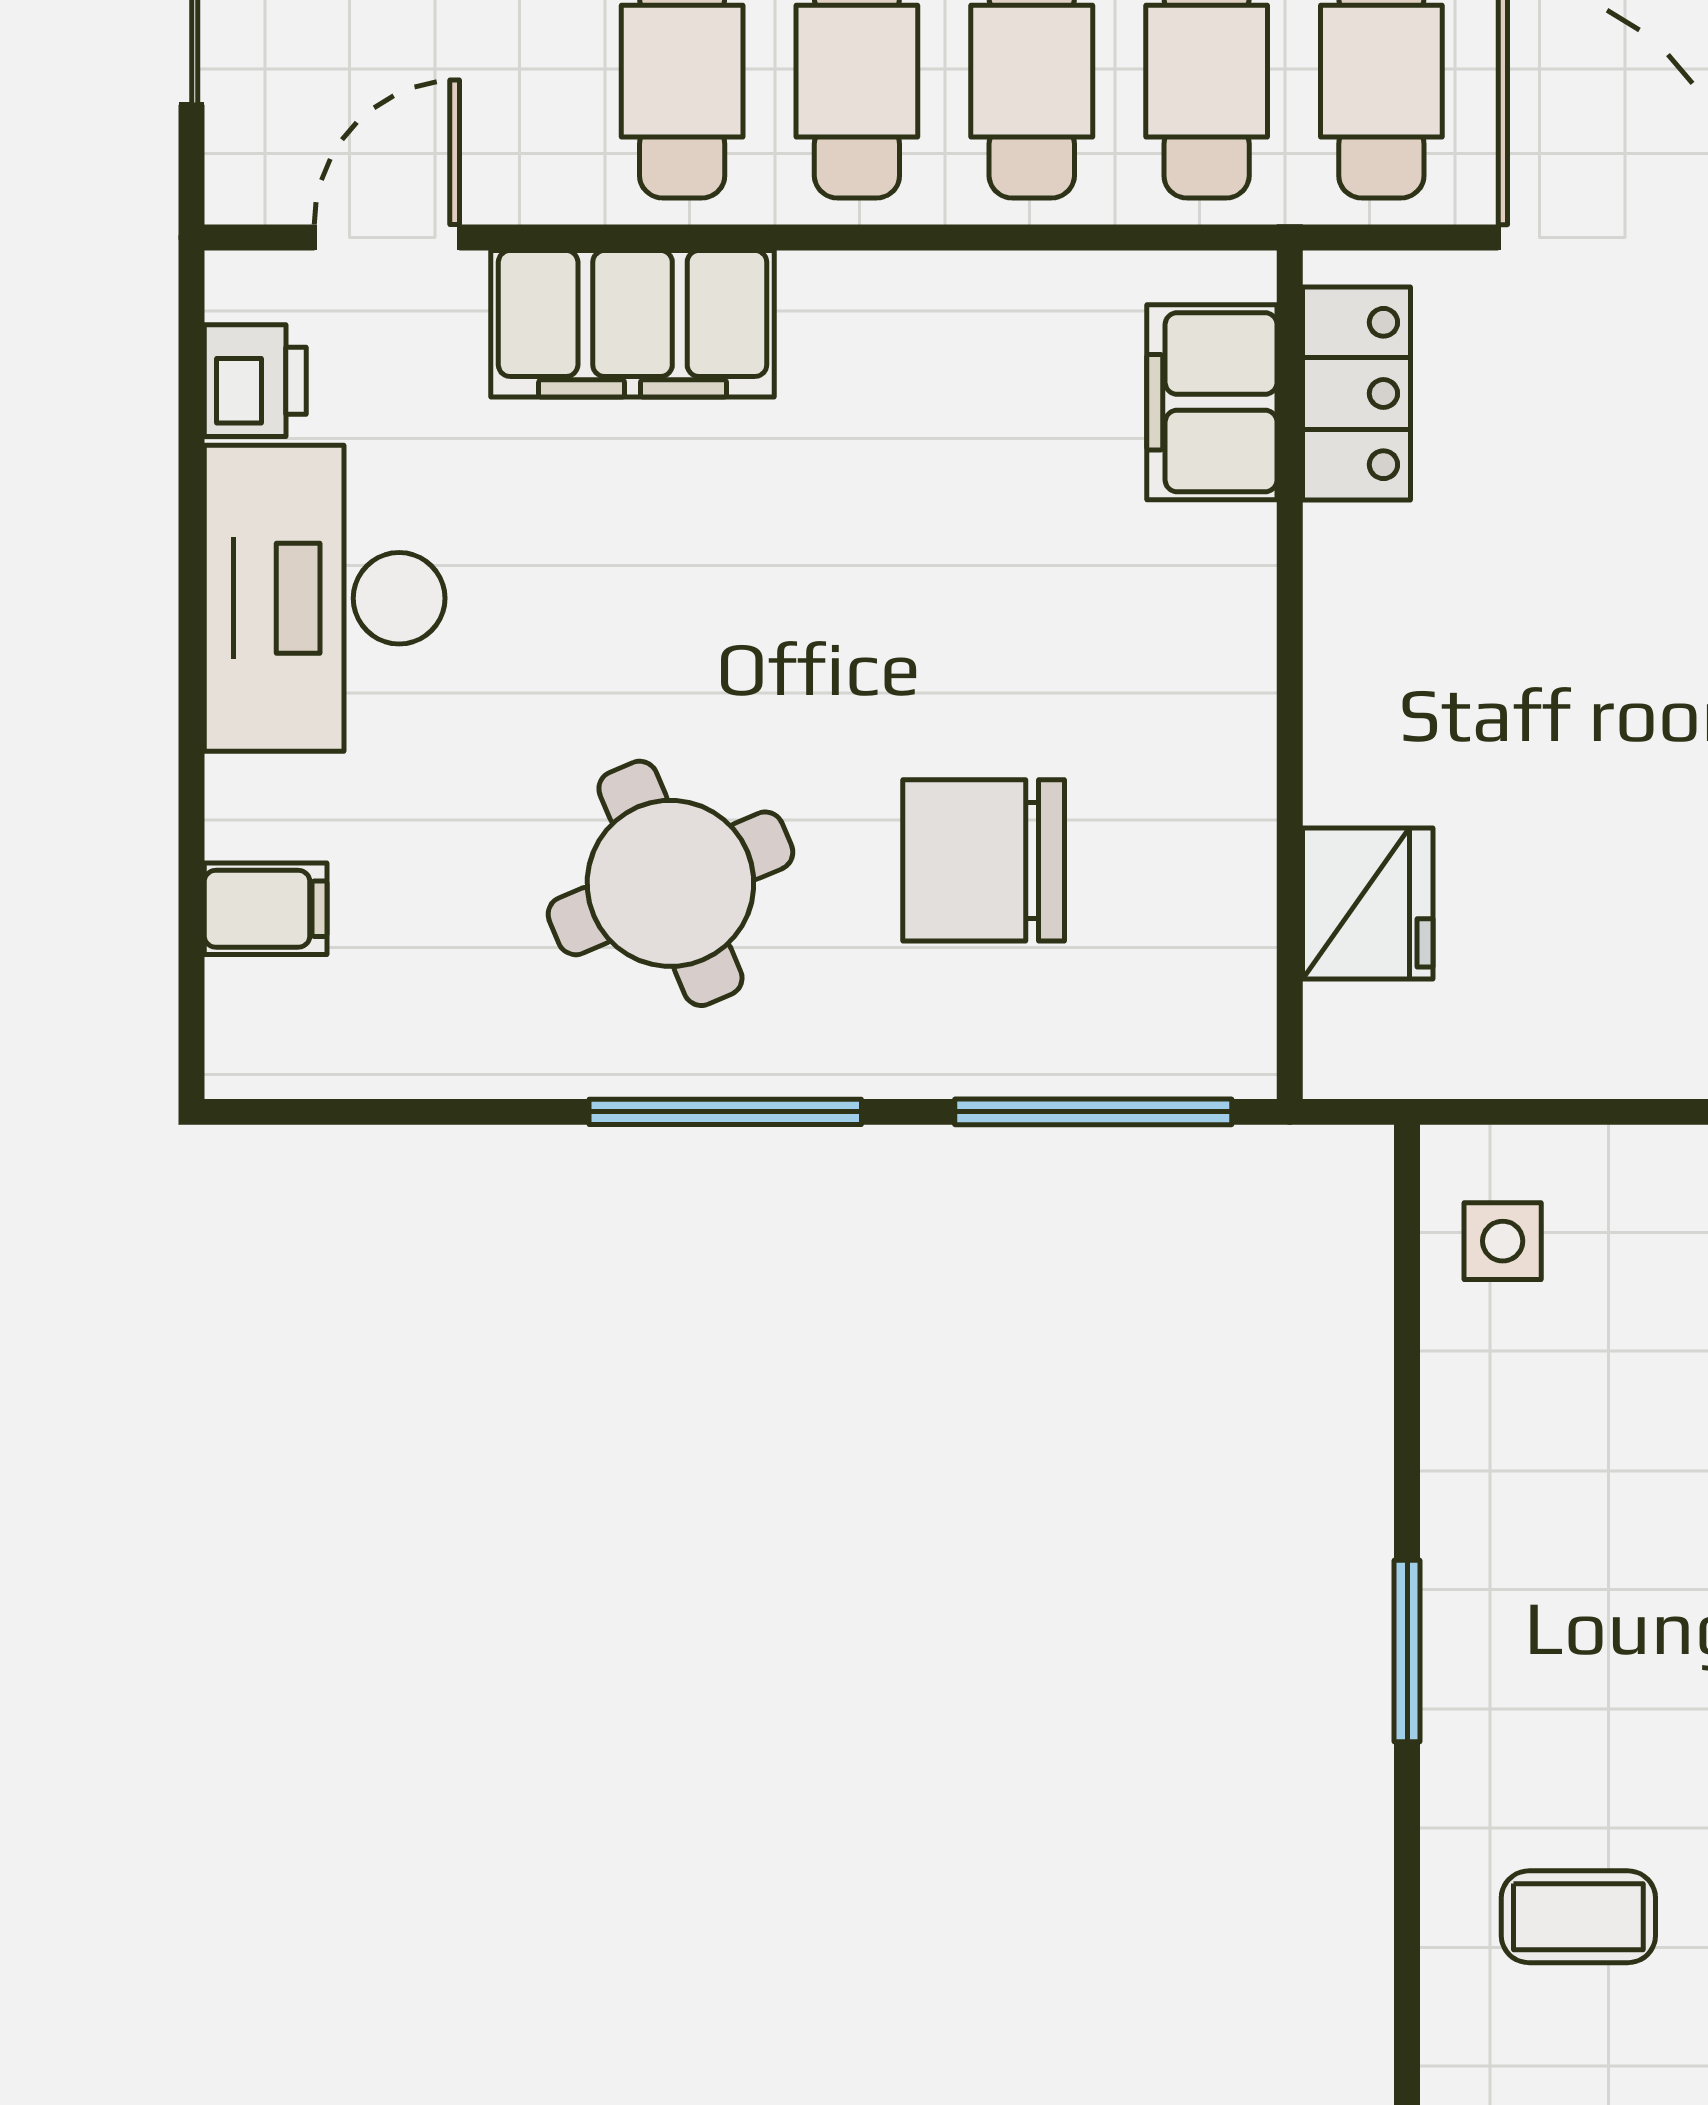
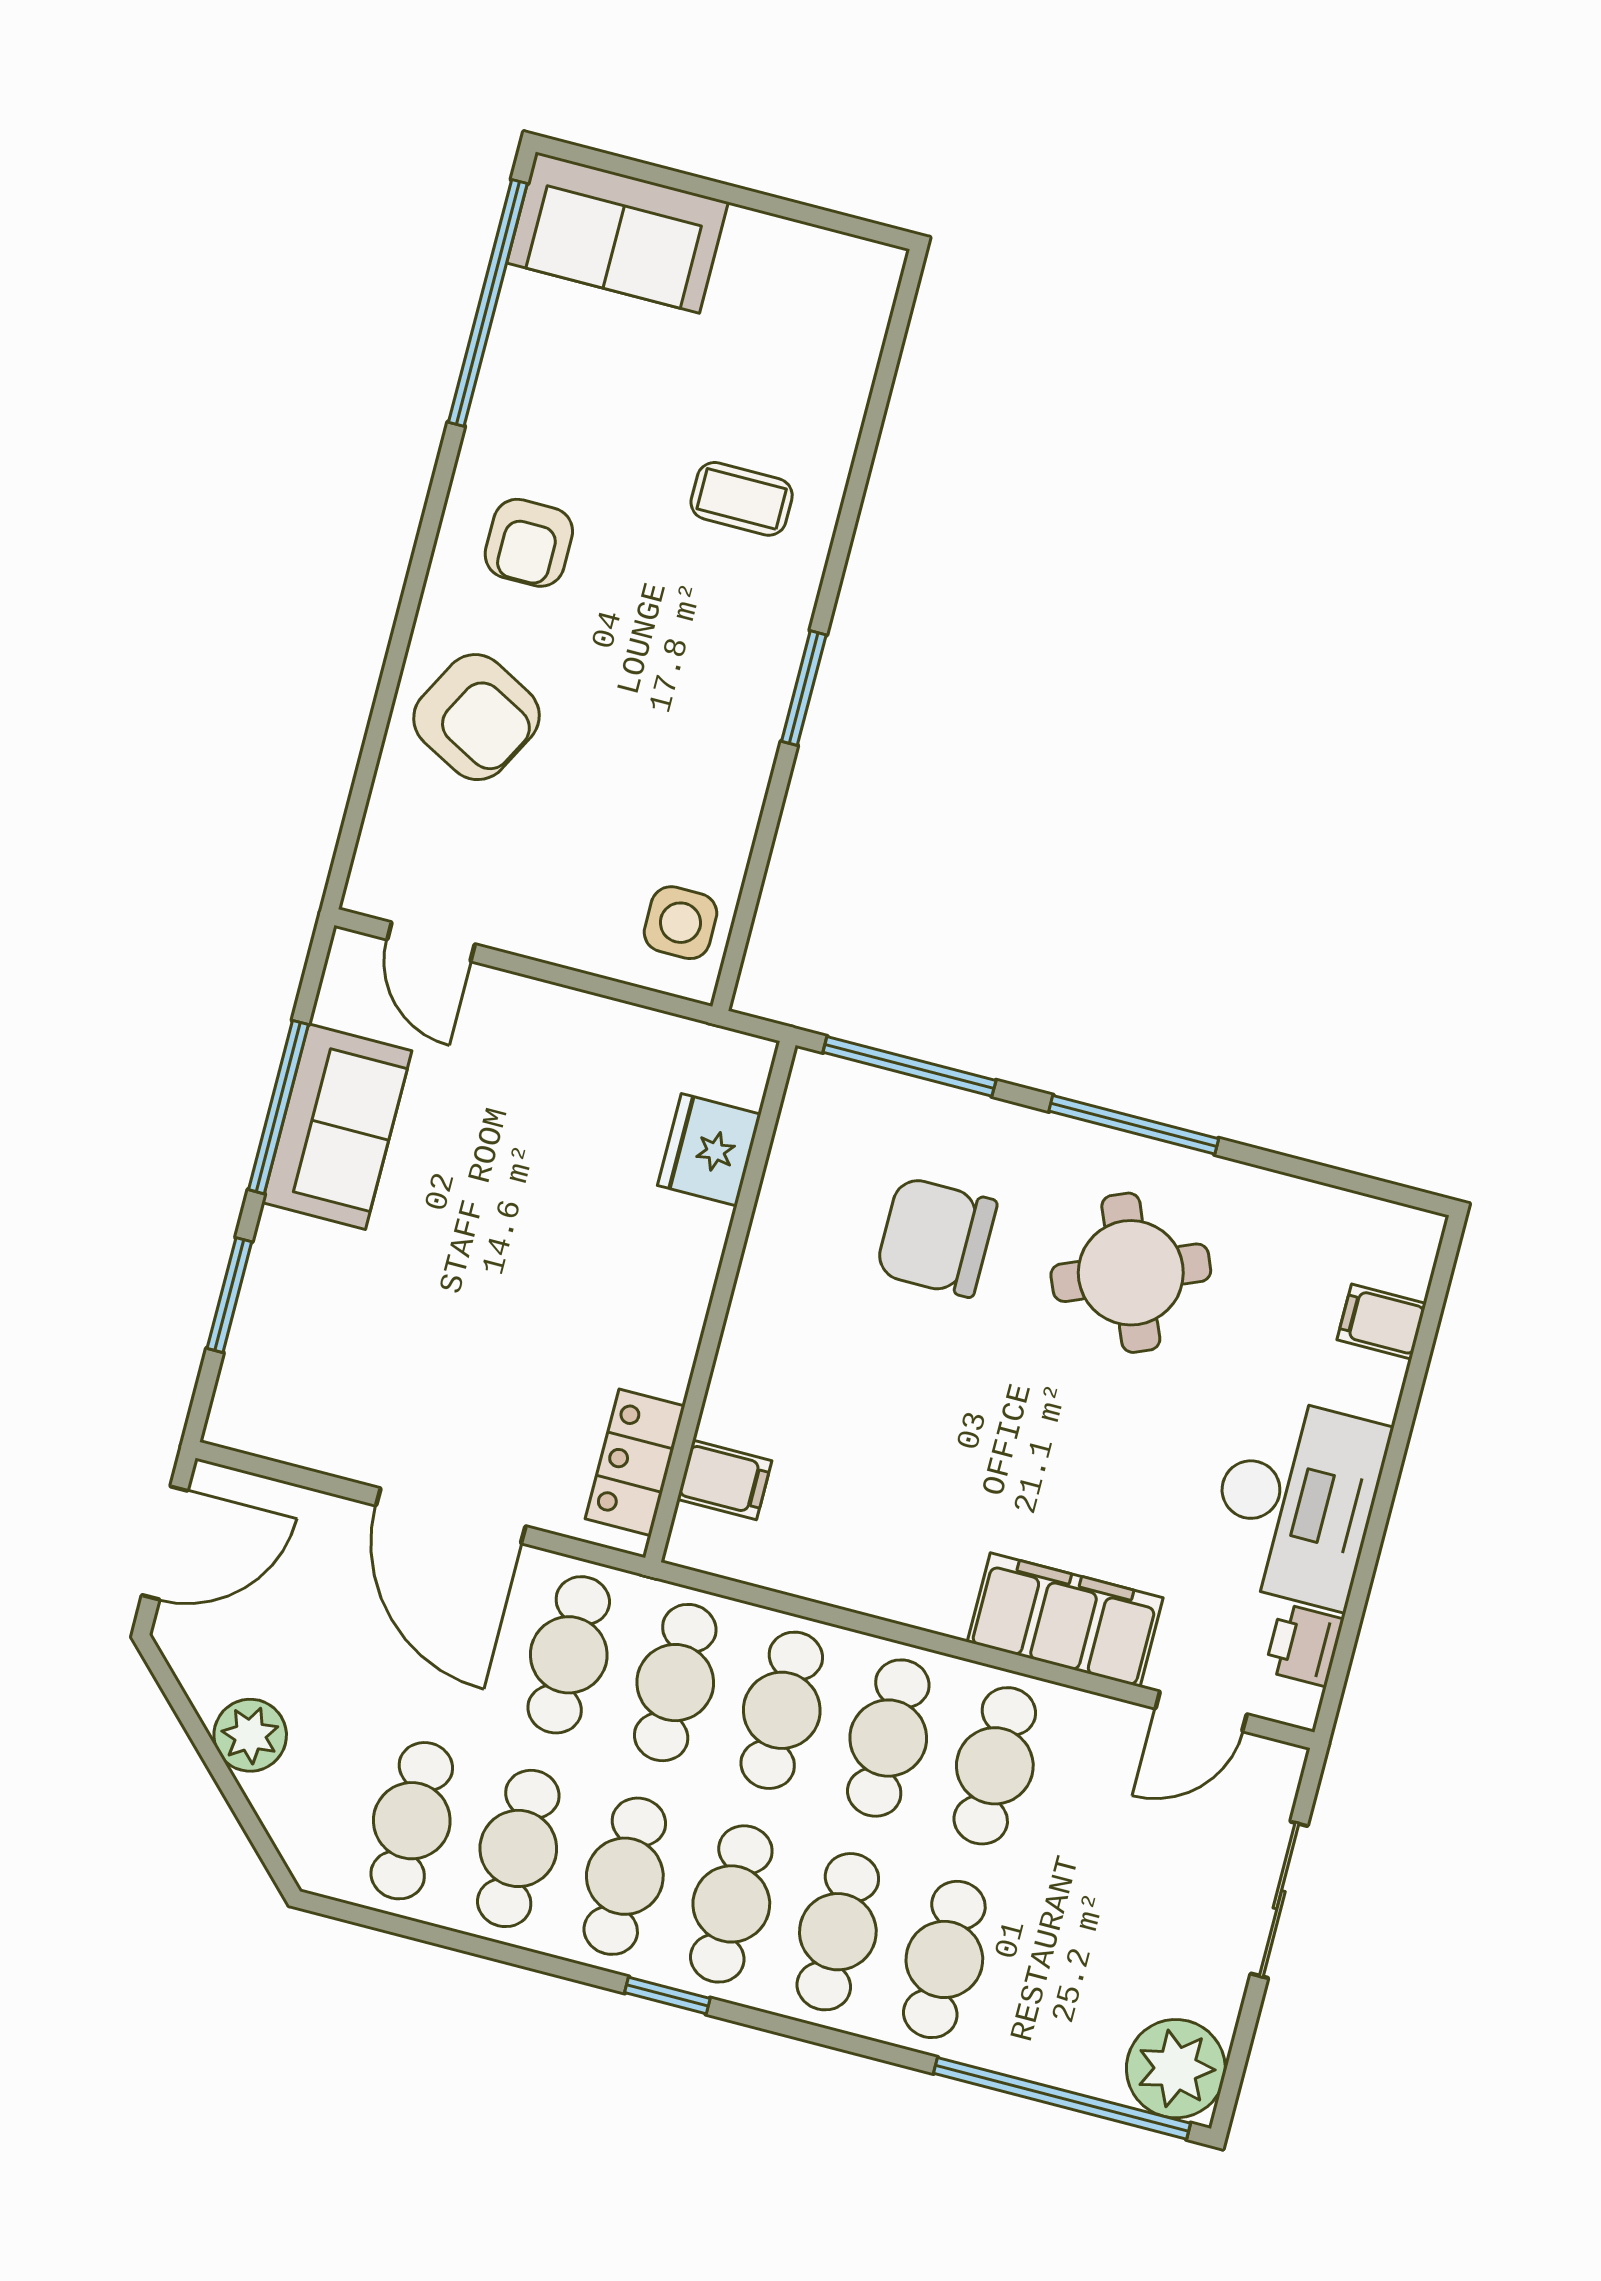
filing cabinet: (1212, 402) -> (724, 1480), width x0.50
chair: (984, 860) -> (936, 1237), turned 180
side table: (1503, 1241) -> (680, 923), width x1.37, depth x1.37

